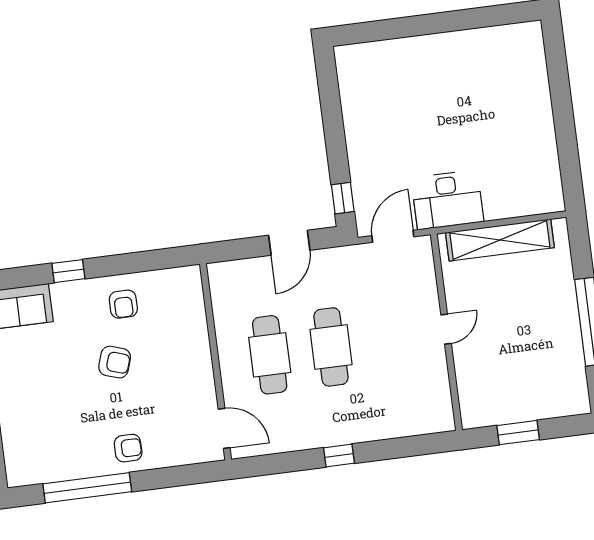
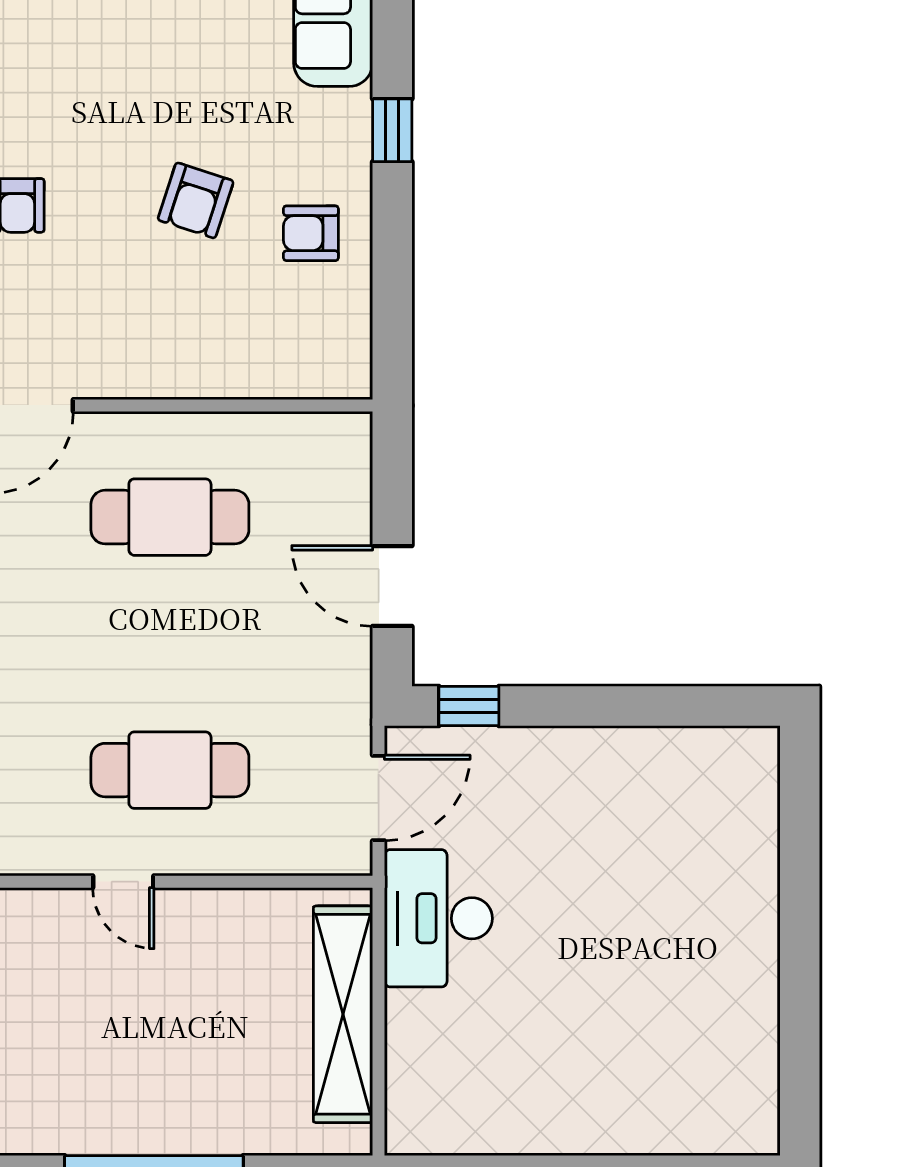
door: (393, 236) -> (379, 798), hinge flipped
door: (446, 329) -> (123, 882), moved
cafe table: (331, 347) -> (170, 770), moved

